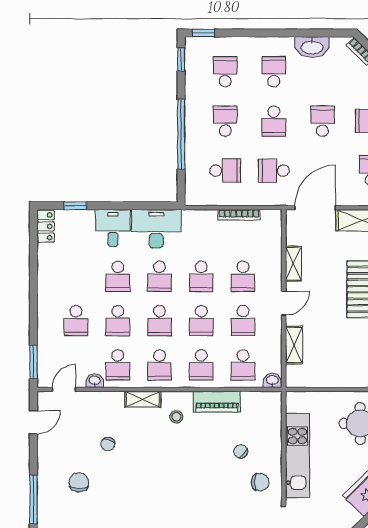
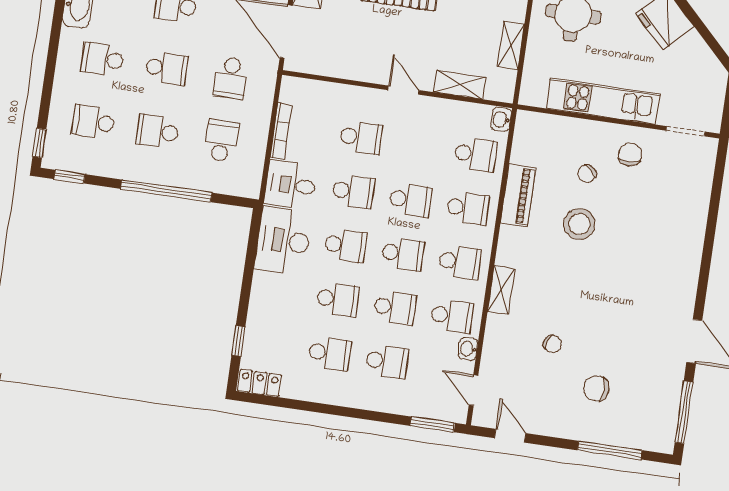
desk: (113, 228) -> (290, 185), moved
shelving: (293, 264) -> (511, 45), moved, turned 90
school desk: (243, 321) -> (330, 353), moved
stool: (176, 417) -> (579, 224), moved, width x1.89, depth x1.89

